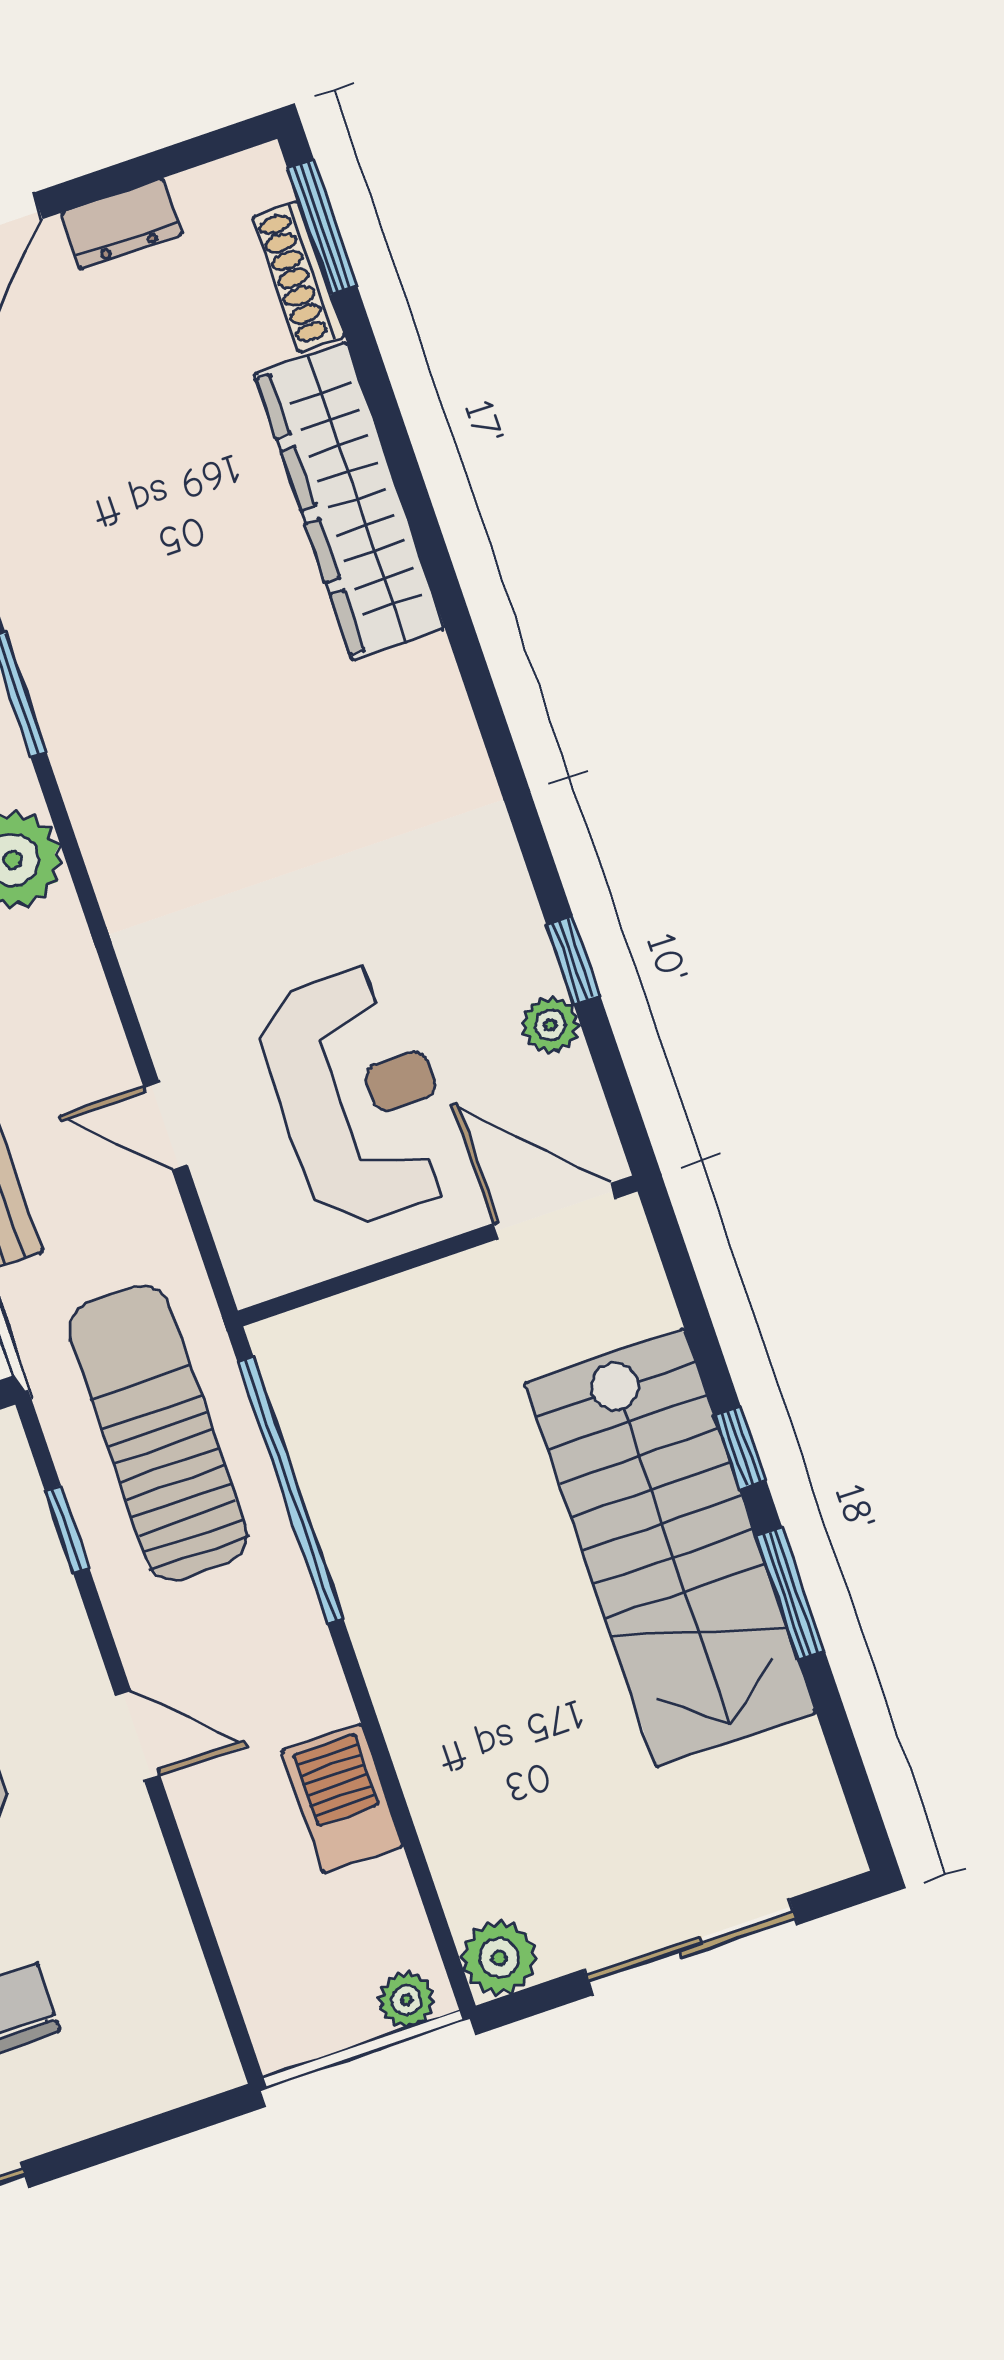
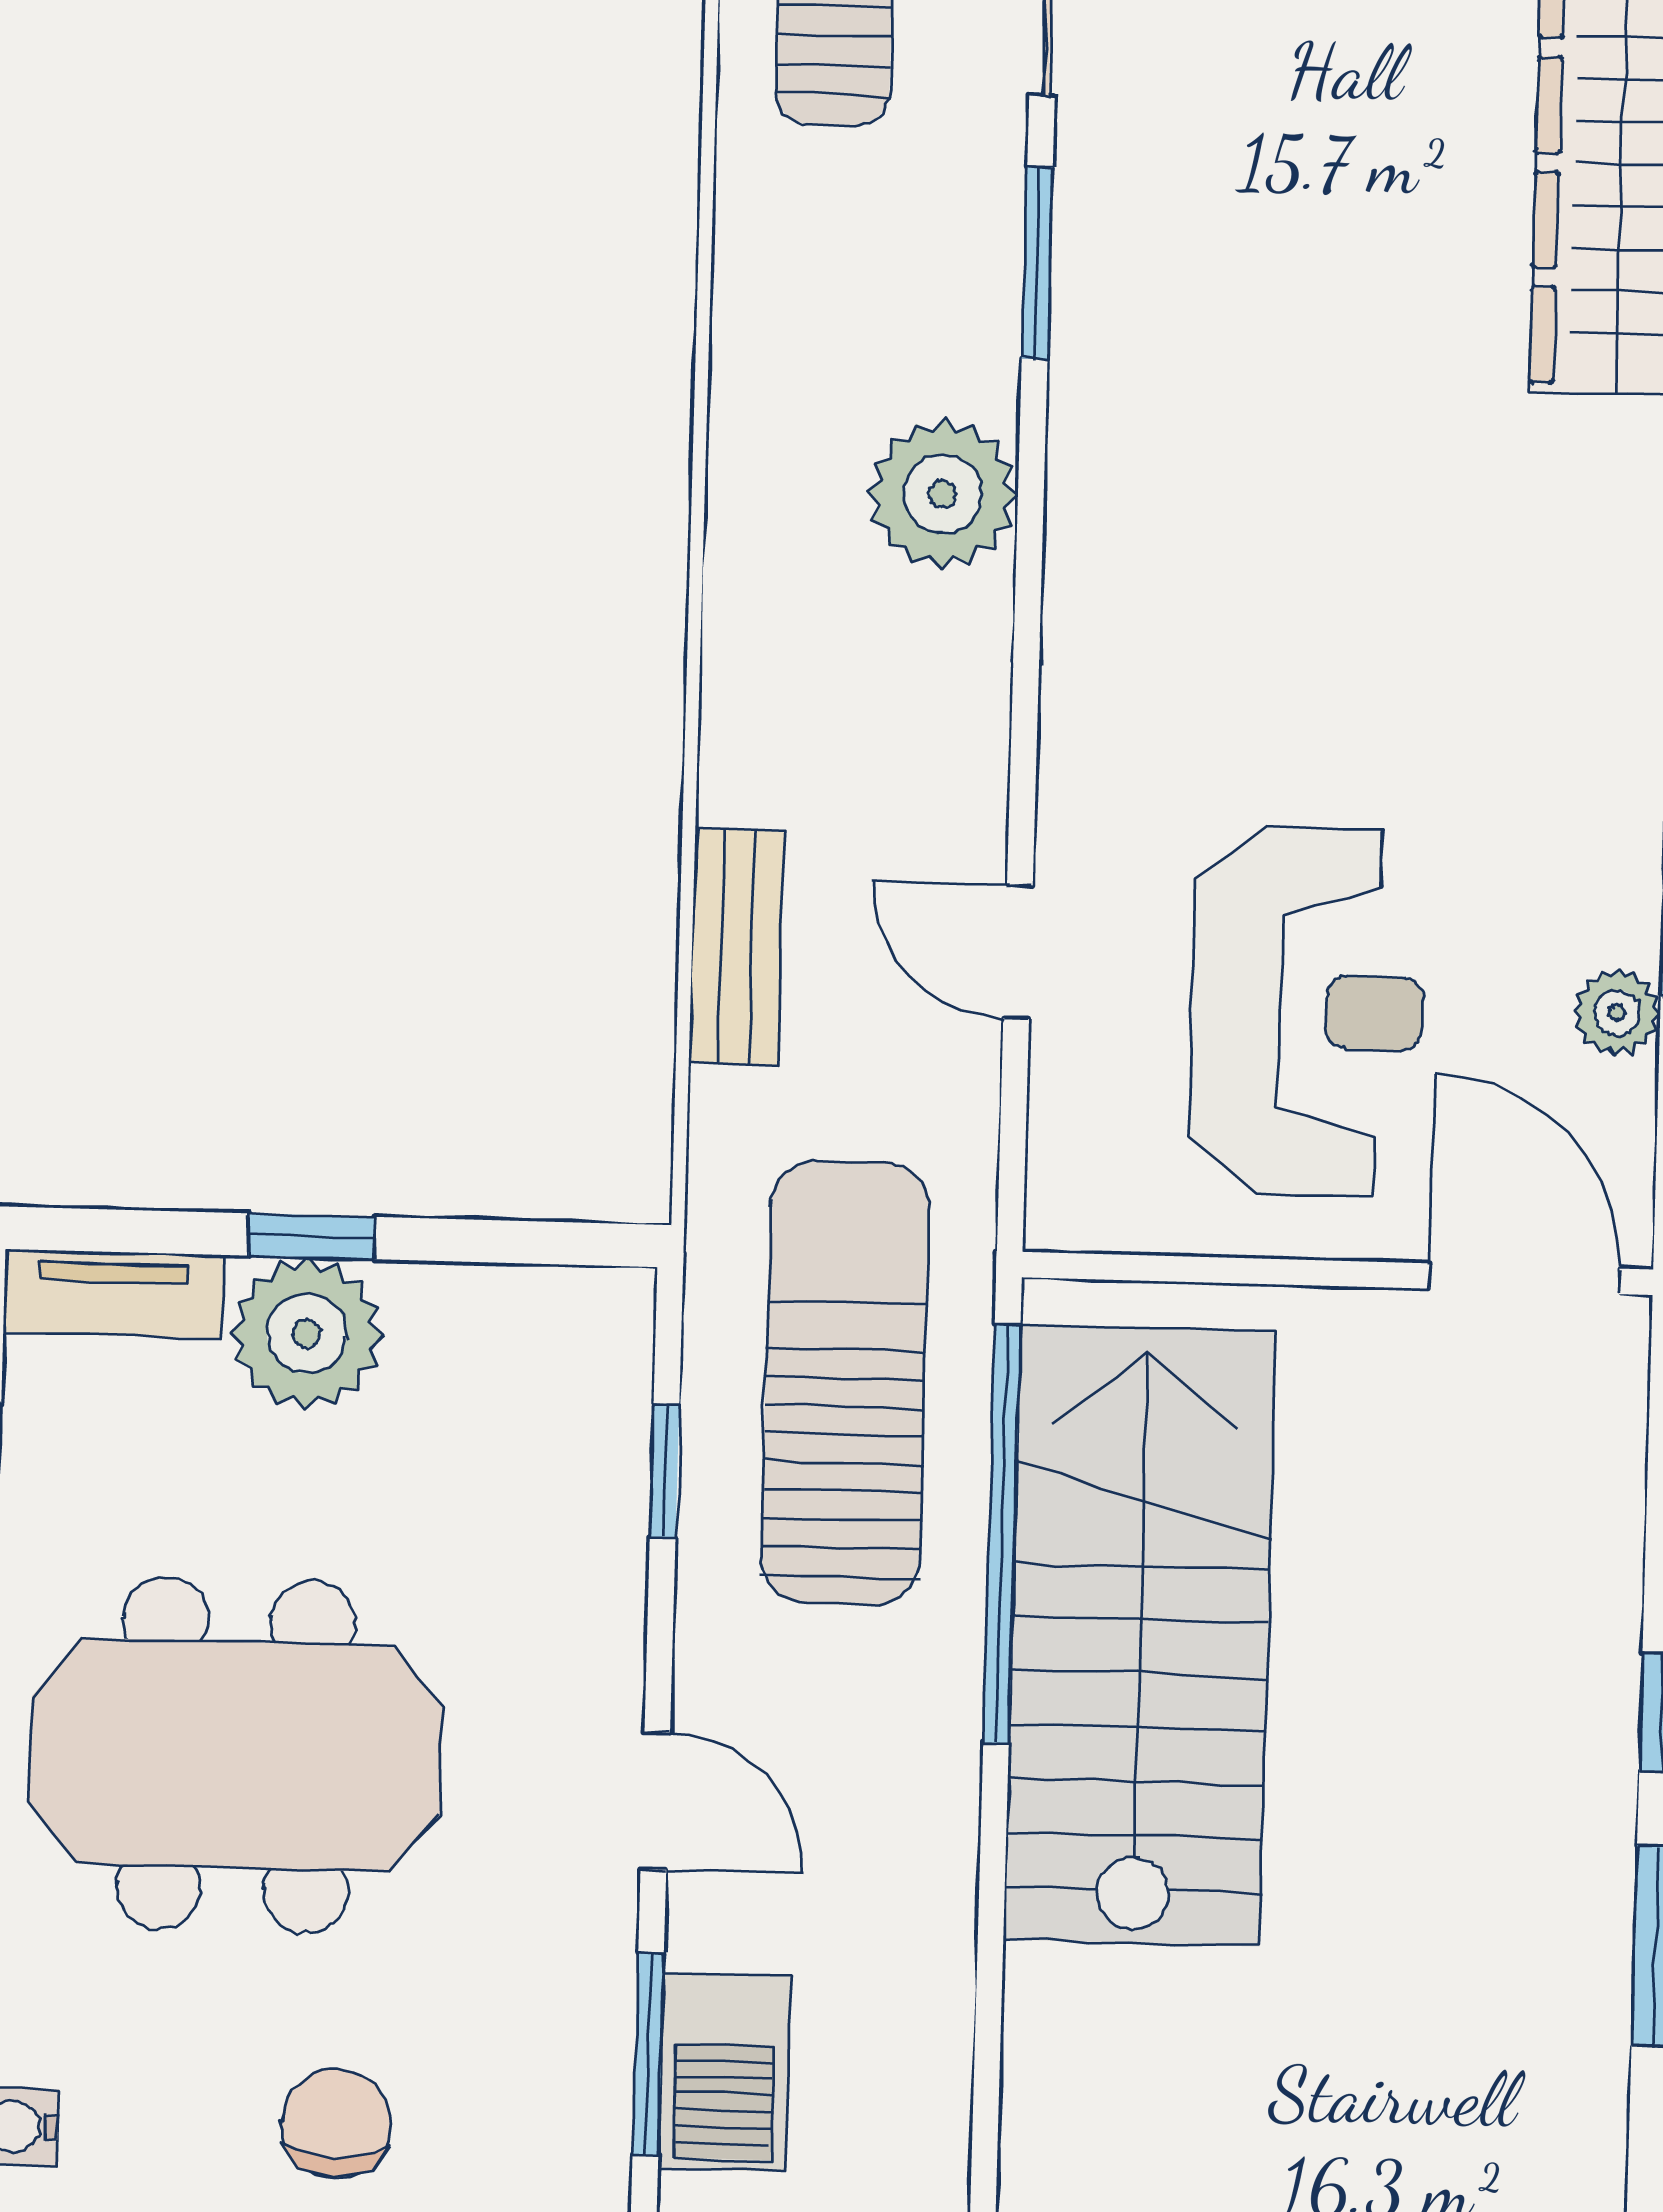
stairs: (670, 1548) -> (1140, 1636), moved, turned 180
barbecue: (342, 1798) -> (724, 2072), moved, turned 180
window: (192, 1894) -> (648, 2055), added

